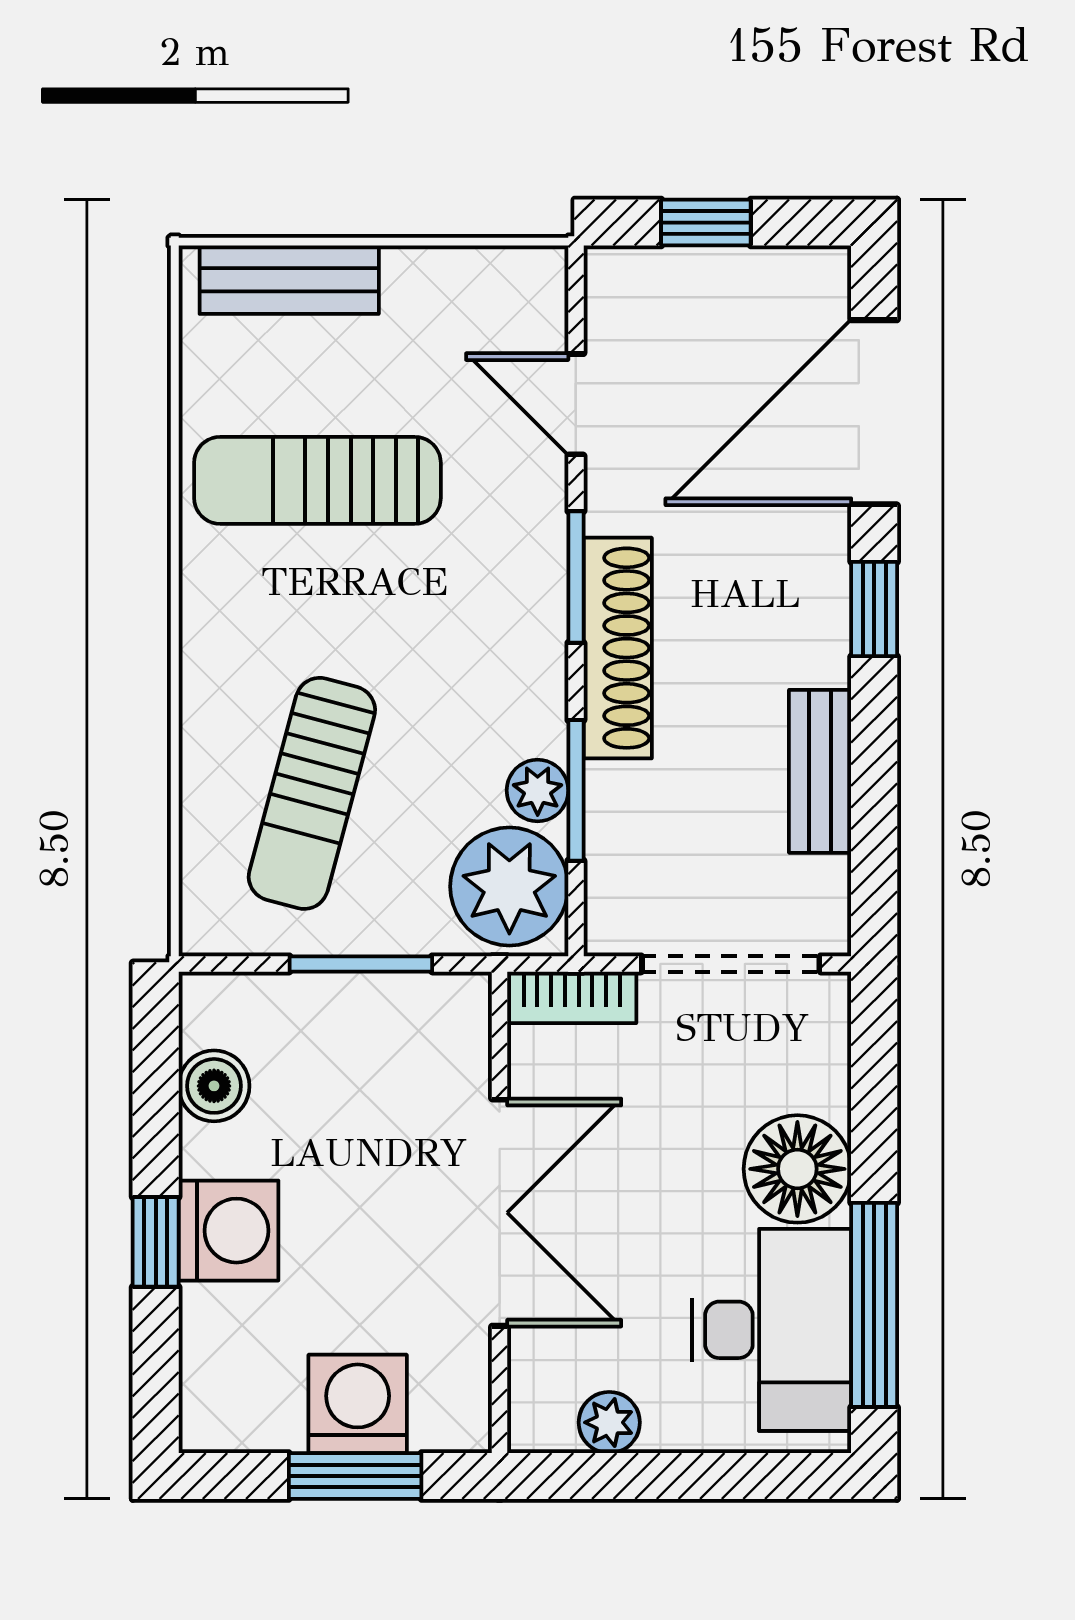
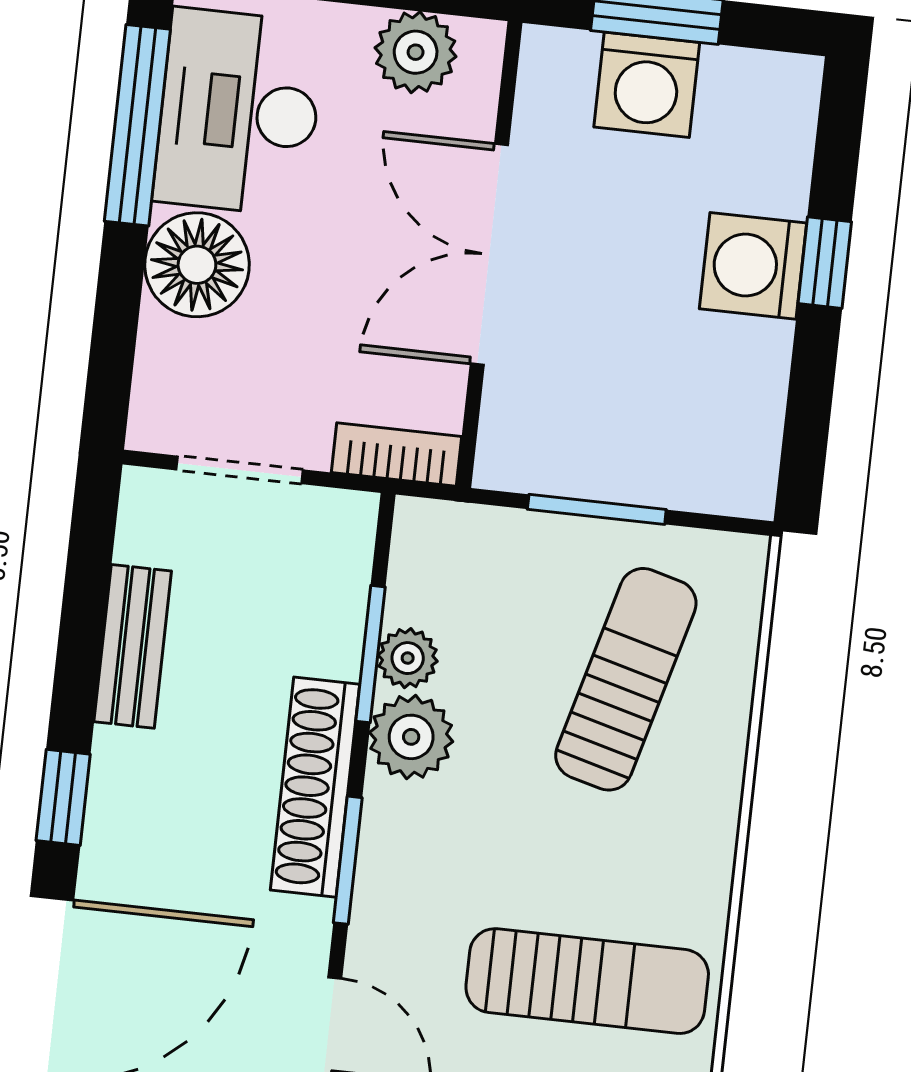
plant: (509, 886) -> (411, 737), moved, width x0.73, depth x0.73
doorway: (731, 964) -> (239, 470), width x0.73
boiler: (214, 1086) -> (752, 407), removed
plant: (609, 1422) -> (416, 52), width x1.38, depth x1.38

